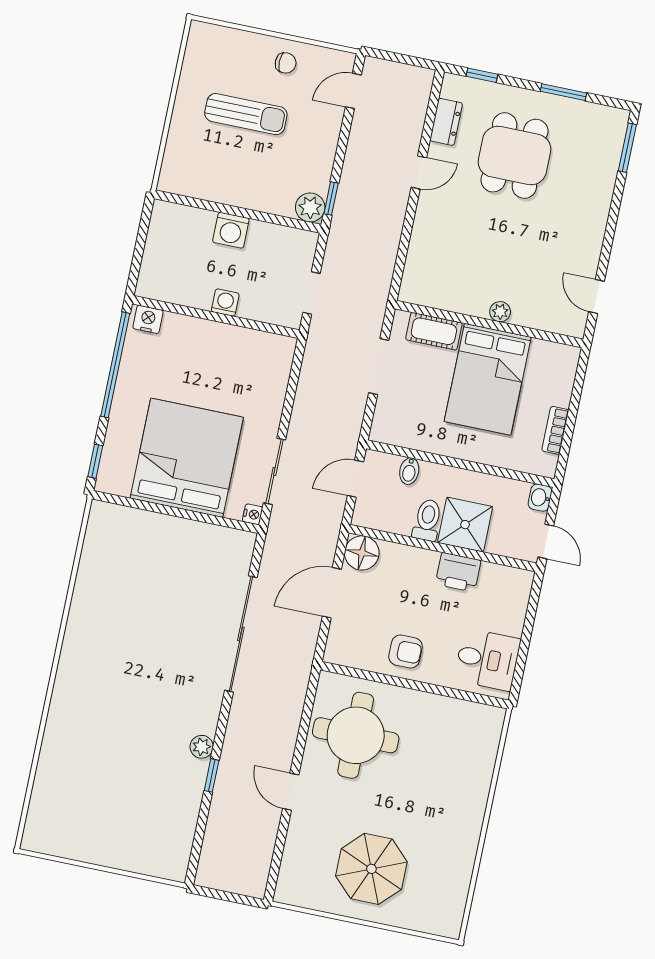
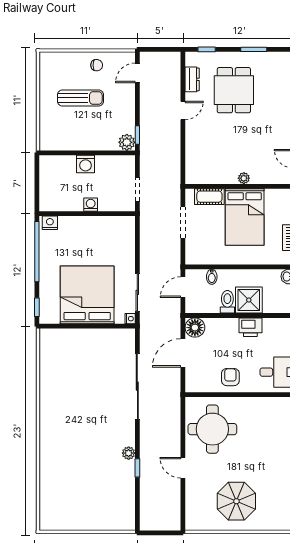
armchair: (405, 652) -> (230, 377), turned -90

